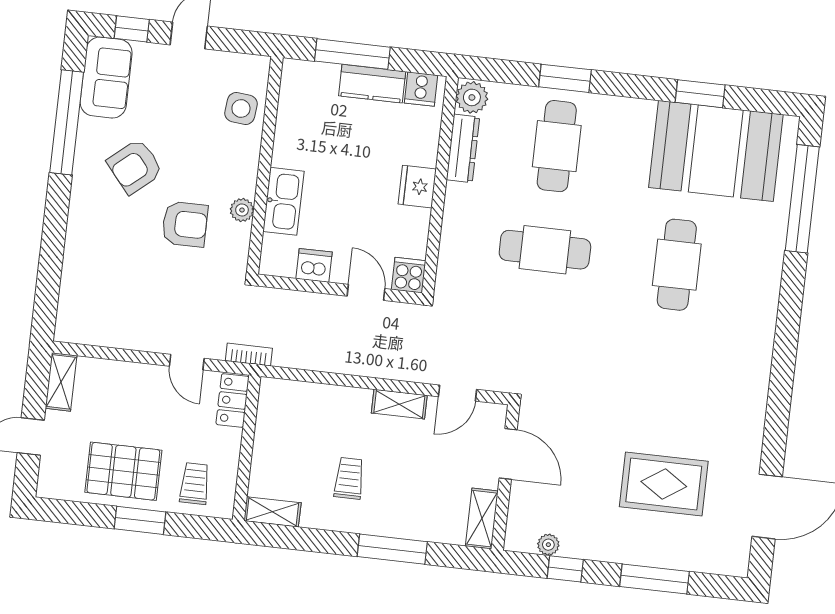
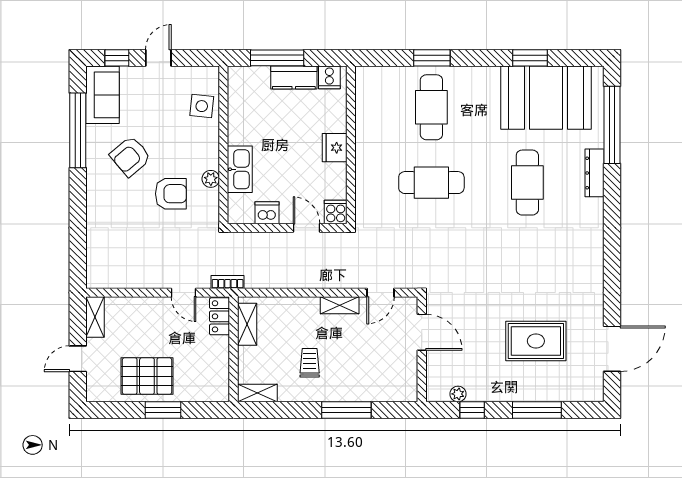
plant: (472, 97) -> (367, 79), removed
dresser: (463, 148) -> (594, 173), moved, turned 180
trolley: (195, 484) -> (199, 379), removed
shelving: (482, 519) -> (247, 324), moved

